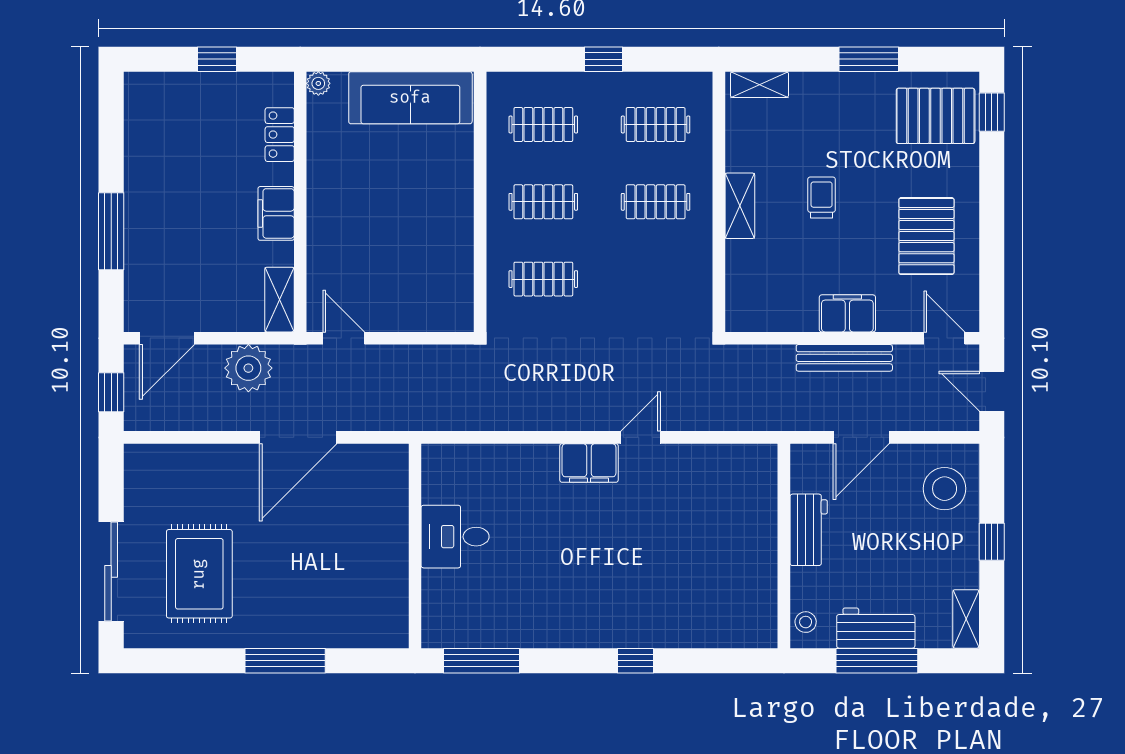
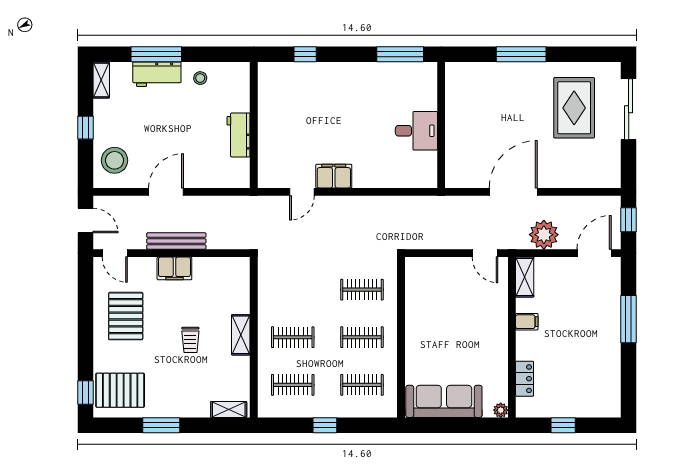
filing cabinet: (276, 213) -> (527, 322), width x0.50
workbench: (809, 530) -> (238, 135), moved
wall: (784, 546) -> (254, 125), moved

